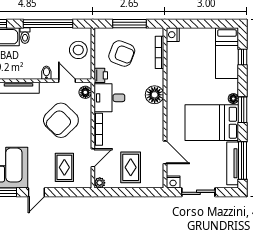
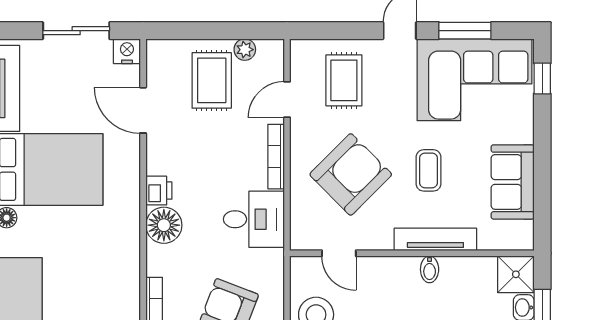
bidet: (46, 73) -> (430, 269), moved
printer: (101, 75) -> (159, 191), moved, turned 180
floor lamp: (85, 92) -> (302, 230), removed
coffee table: (22, 122) -> (429, 170), added
plant: (100, 183) -> (245, 50), moved

